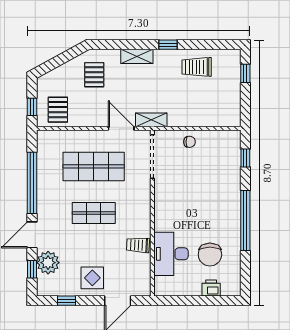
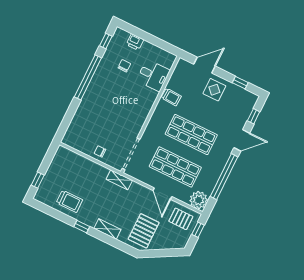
pallet: (94, 75) -> (144, 231), width x1.50, depth x1.42
pallet: (58, 110) -> (181, 219), turned 90
door: (121, 128) -> (162, 194), moved
window: (245, 158) -> (106, 41), moved
shop shelf: (94, 213) -> (191, 134), width x1.43, depth x1.36
desk: (171, 254) -> (153, 75), width x0.73
chair: (210, 255) -> (124, 66), width x0.54, depth x0.54
plant: (48, 263) -> (199, 200), moved

